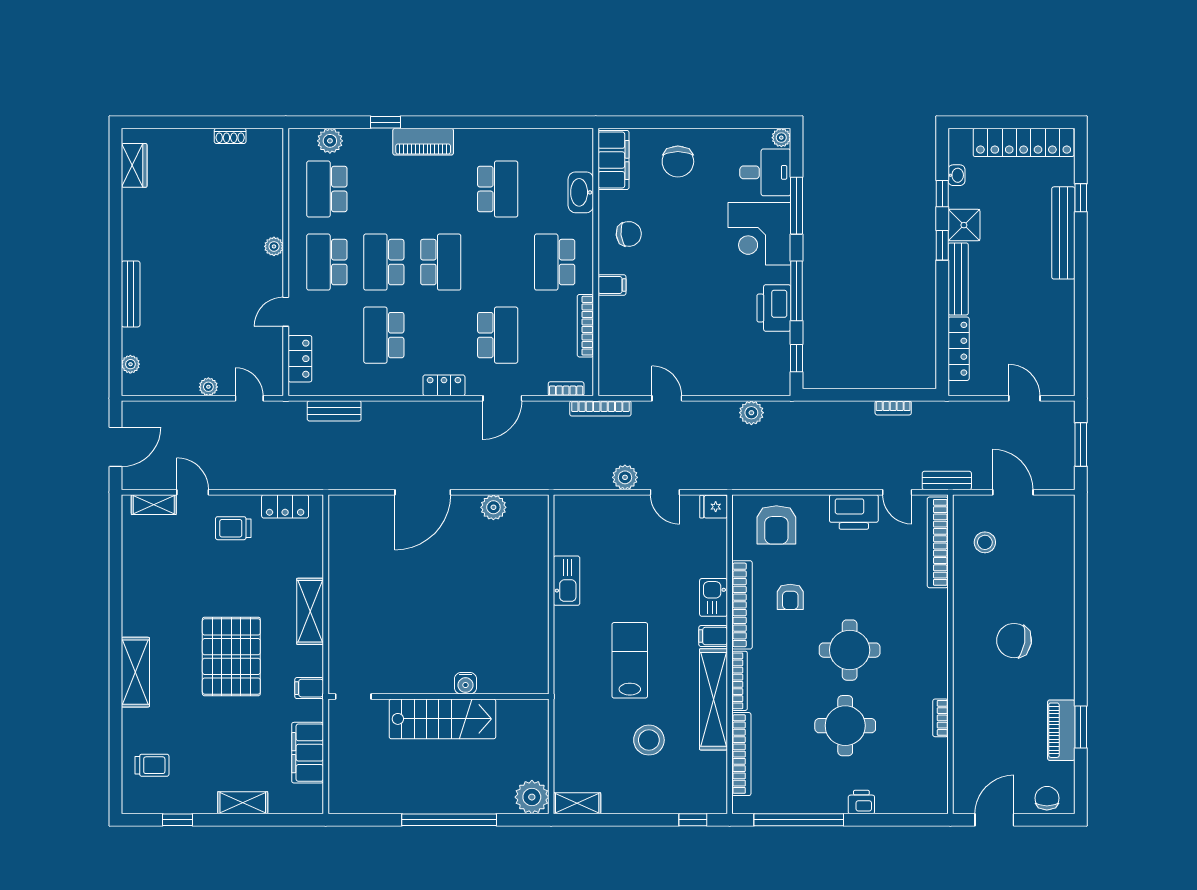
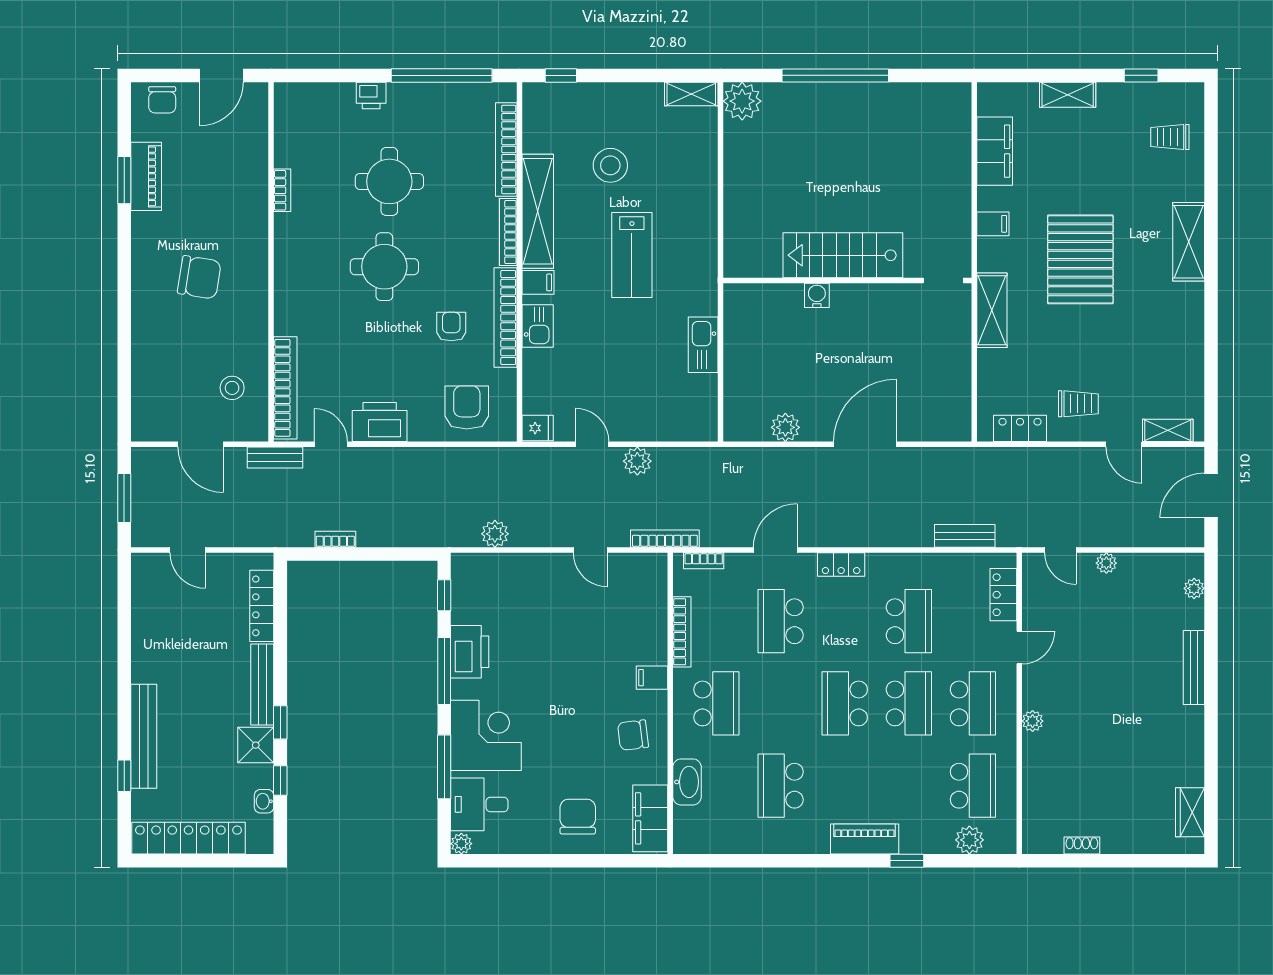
water cooler: (465, 683) -> (817, 295), moved
doorway: (353, 697) -> (943, 280), moved
wall: (438, 697) -> (847, 280), moved
stairs: (442, 719) -> (843, 255), moved

